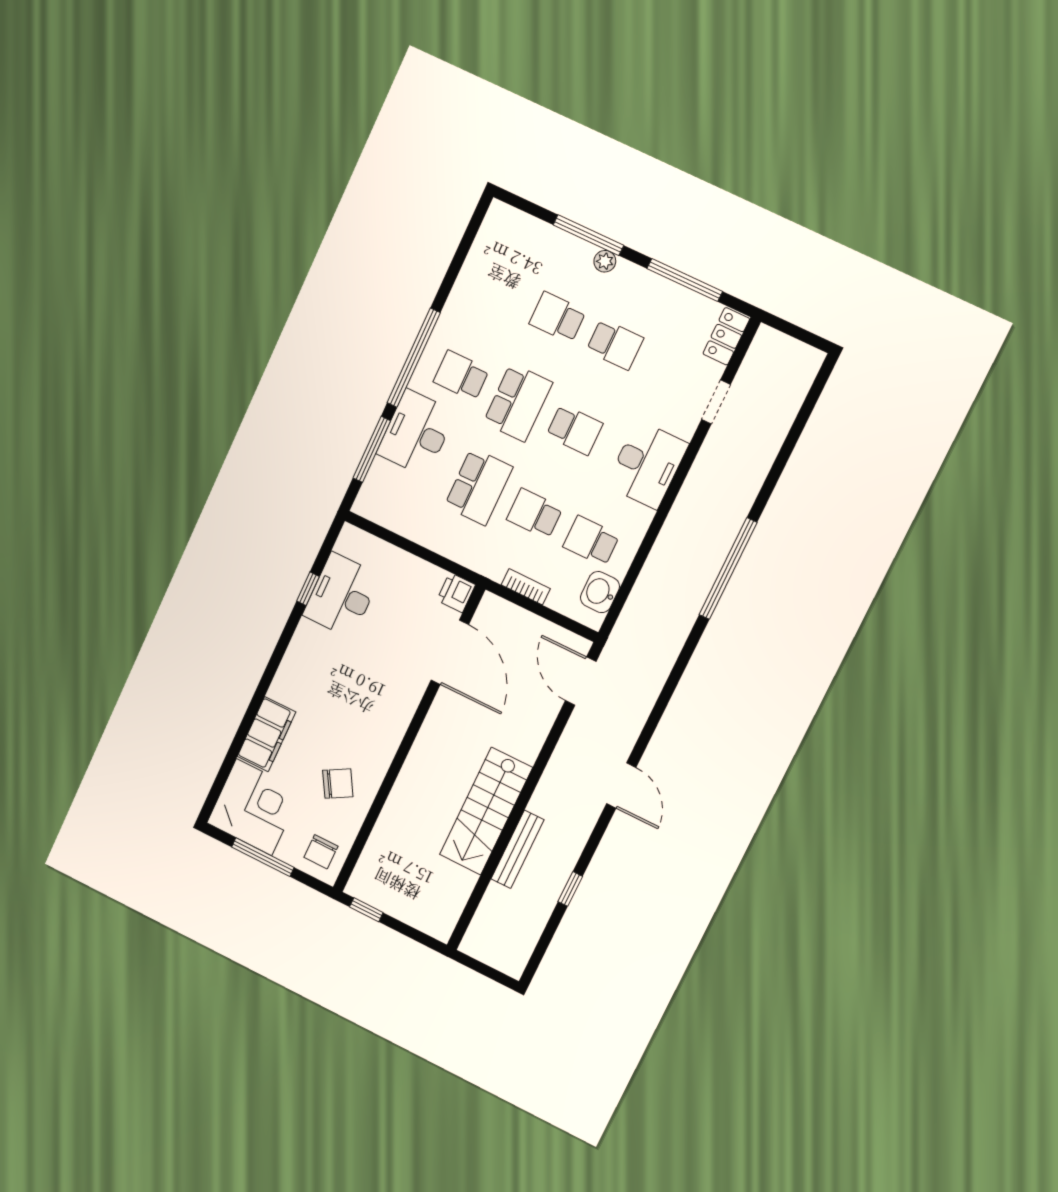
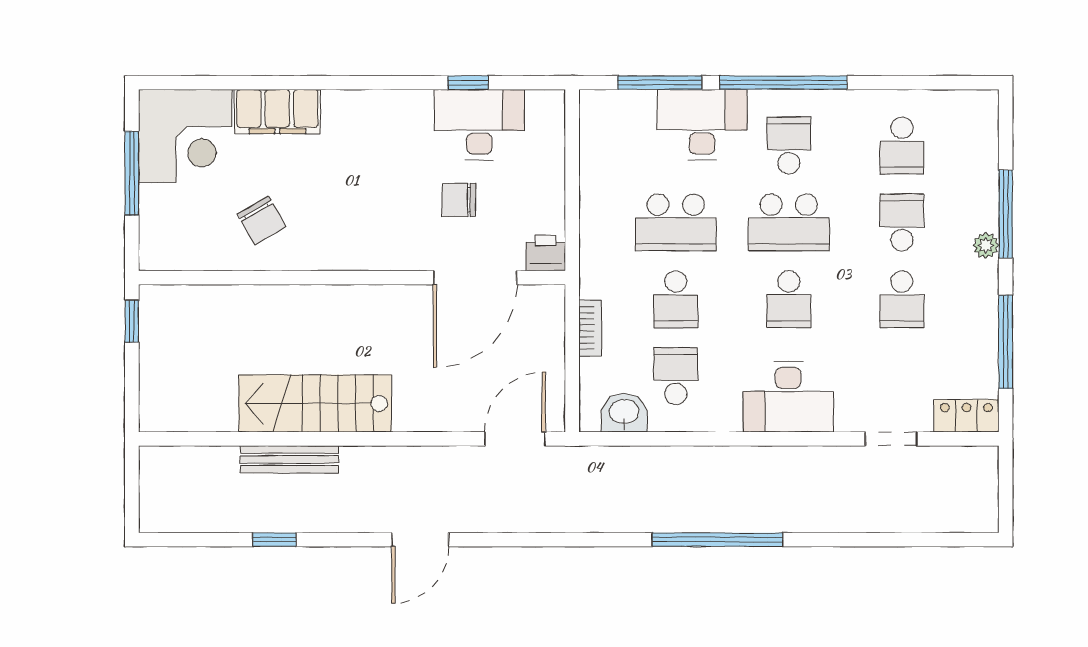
school desk: (501, 290) -> (902, 145), added
school desk: (535, 514) -> (676, 299), turned 180
chair: (321, 852) -> (459, 200), moved

